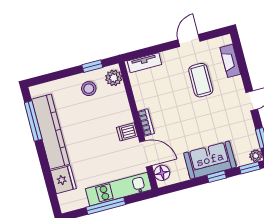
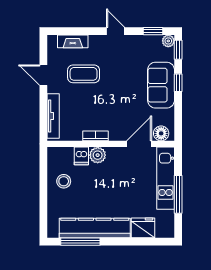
tv unit: (144, 63) -> (53, 116), width x1.41
window: (92, 66) -> (43, 172), removed
plant: (114, 78) -> (98, 155), moved
bookcase: (146, 123) -> (95, 136), moved
dishwasher: (127, 132) -> (81, 156), moved

